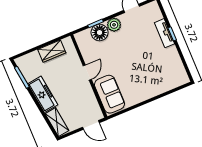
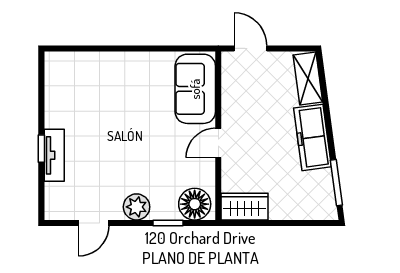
floor lamp: (100, 32) -> (195, 204), moved
wardrobe: (52, 51) -> (245, 207), moved

